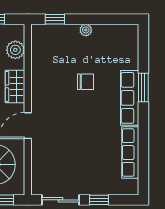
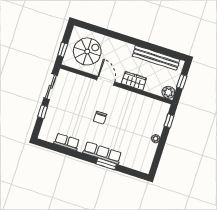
plant: (15, 50) -> (168, 92), moved
chair: (86, 82) -> (100, 118), moved
row of seats: (130, 153) -> (67, 142), width x0.68

